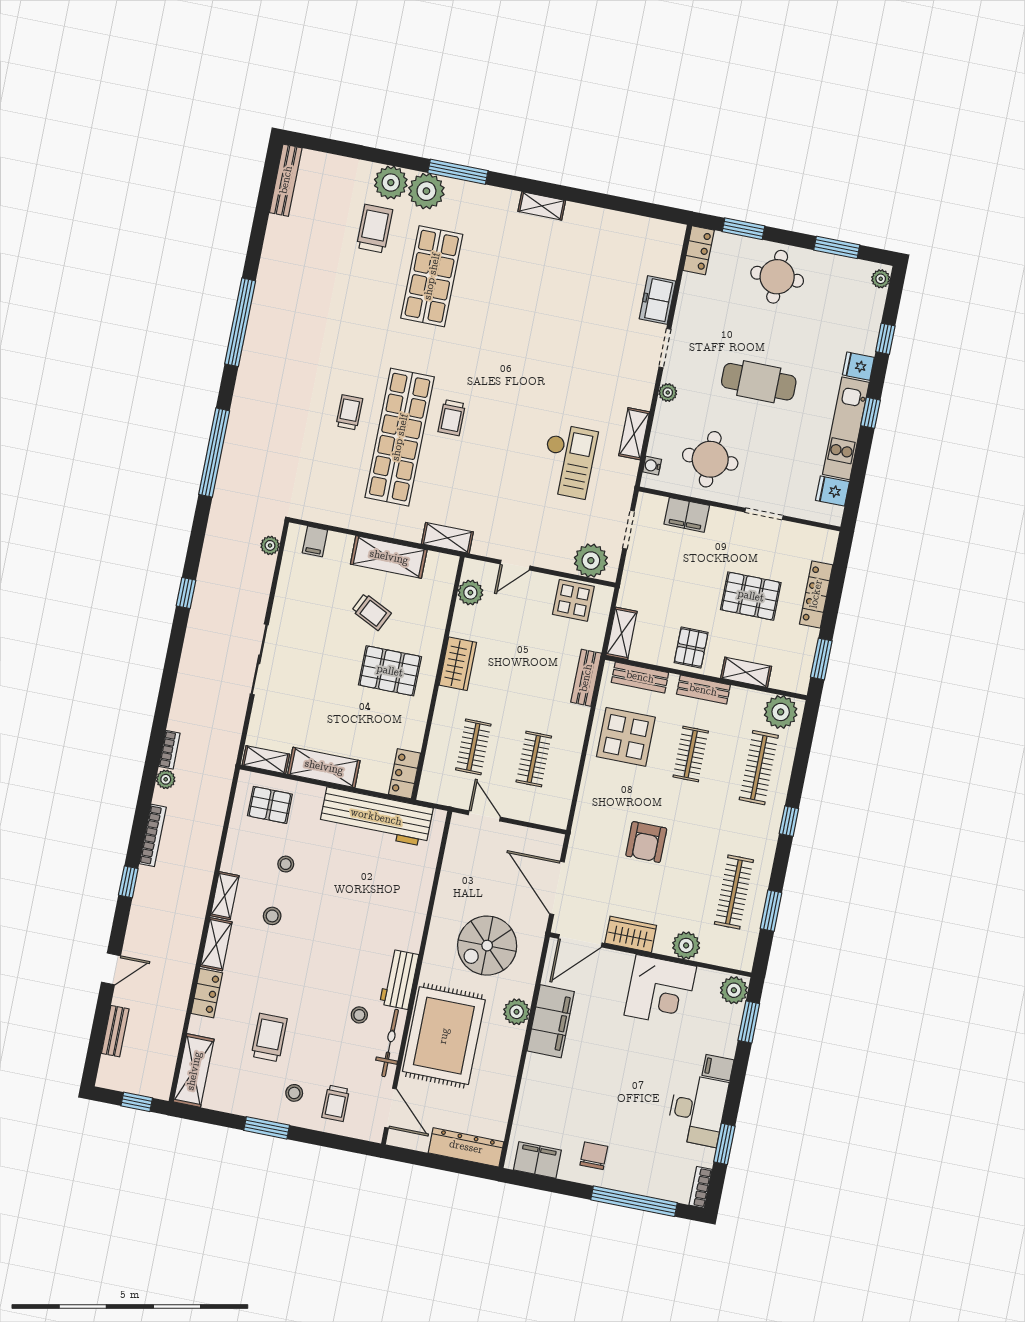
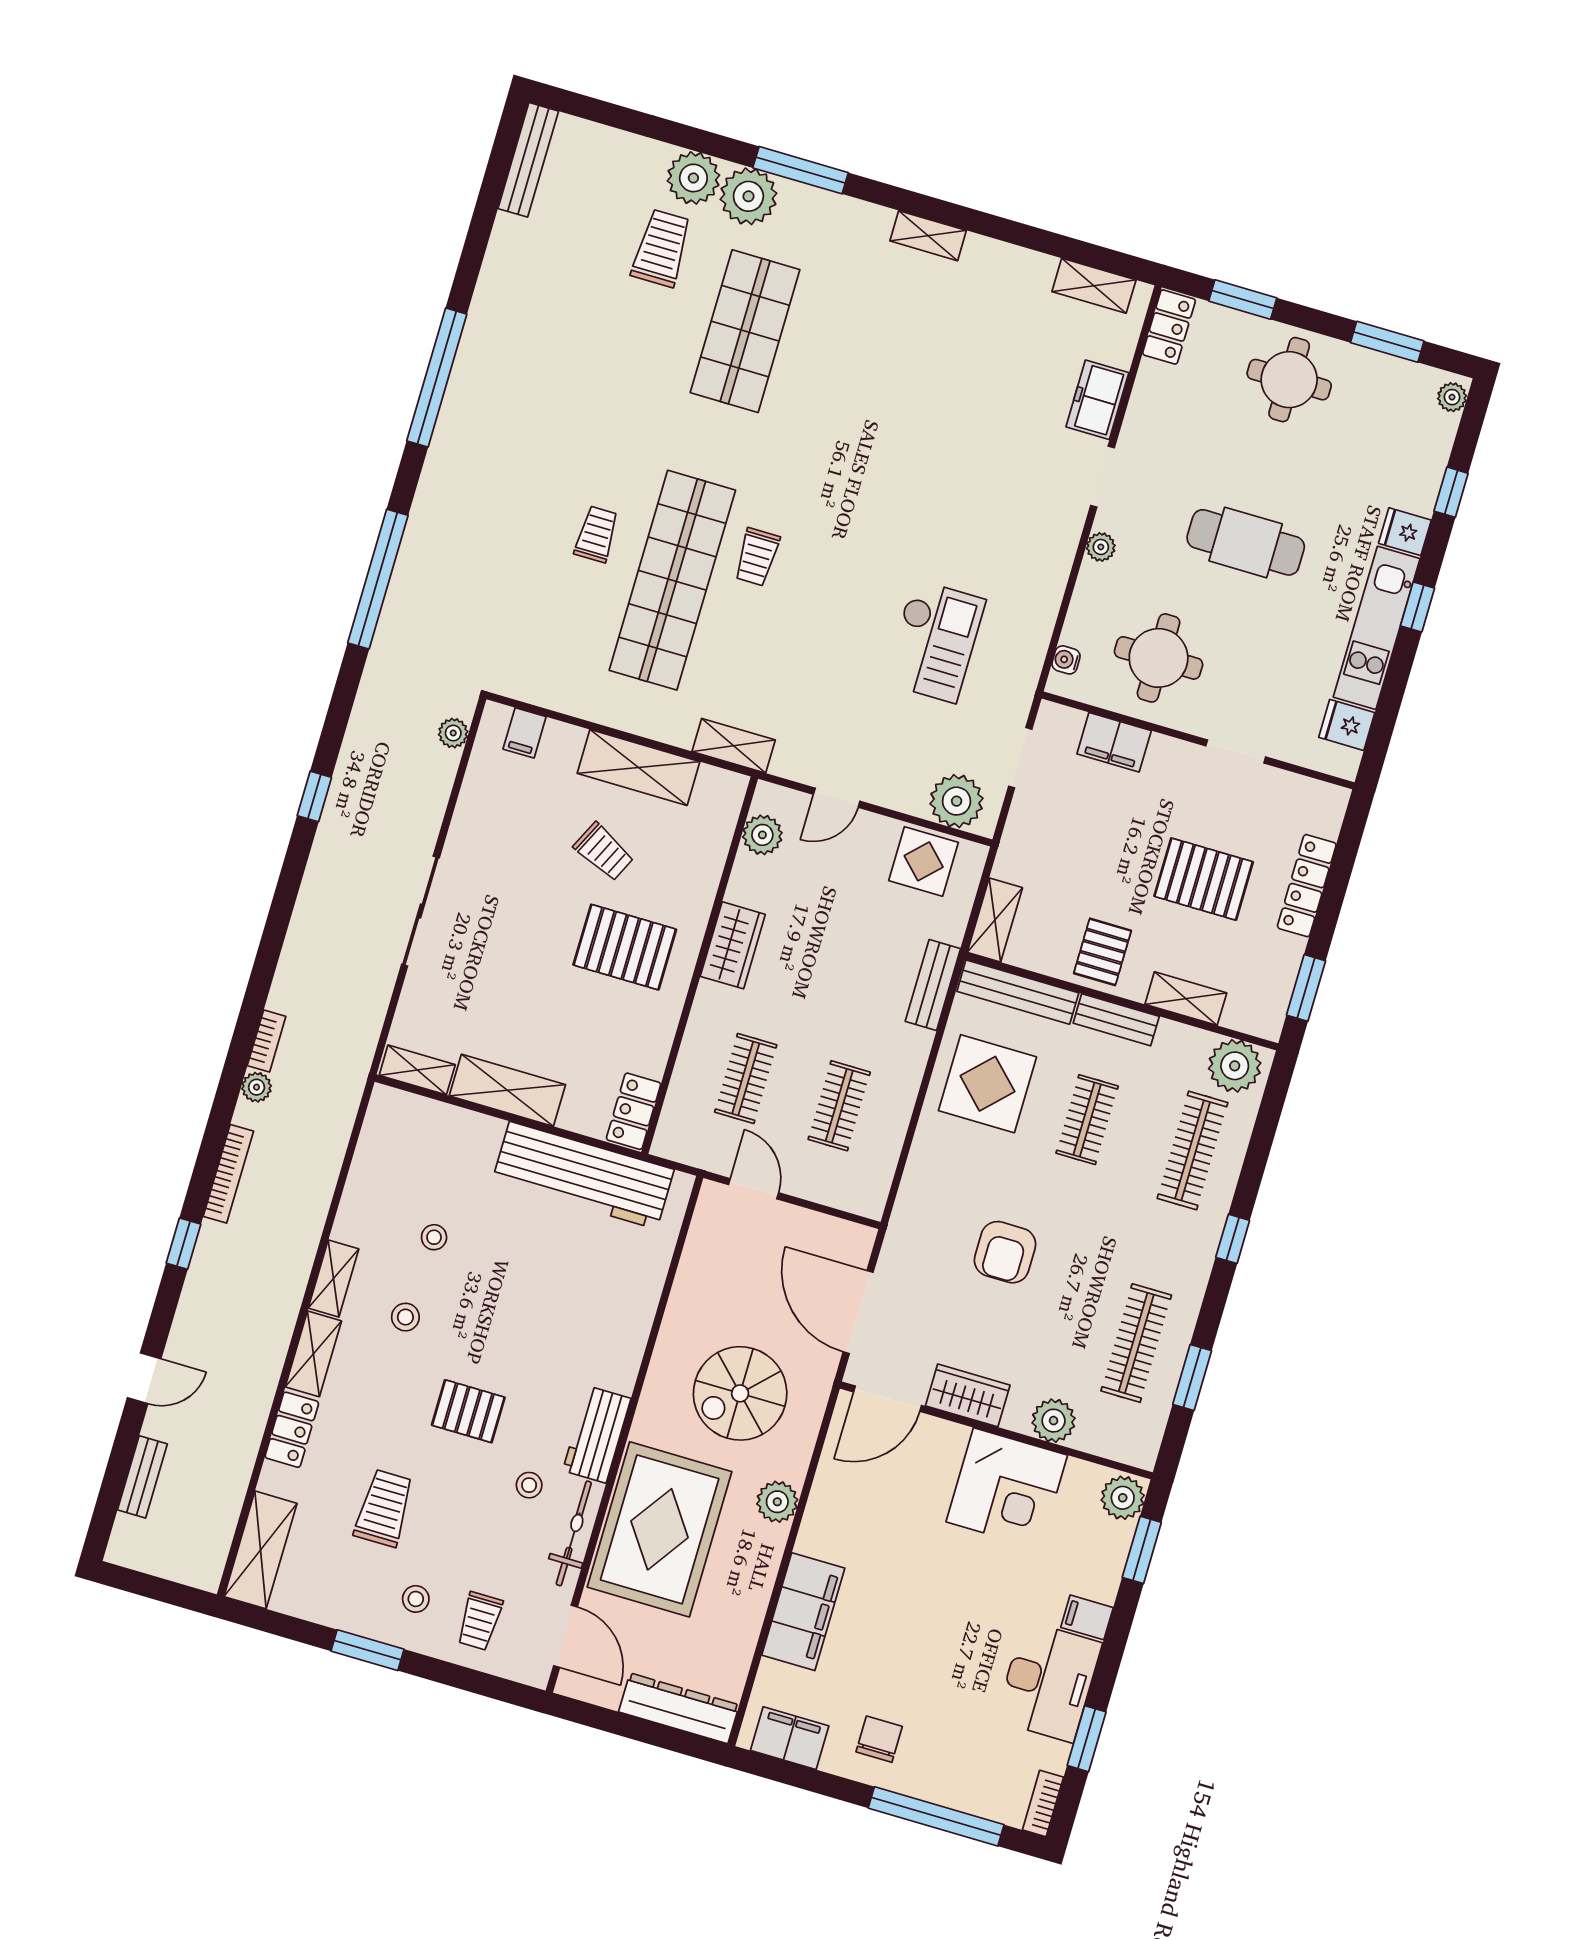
shelving: (634, 434) -> (1094, 286), moved, turned 90
bench: (640, 677) -> (1018, 992), width x1.36
pallet: (270, 805) -> (468, 1411), moved
filing cabinet: (551, 1021) -> (803, 1612), moved
window: (137, 1102) -> (166, 1591), removed

